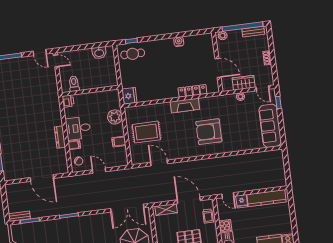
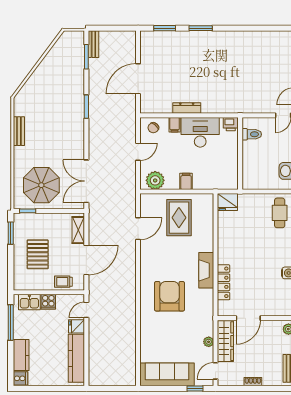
wardrobe: (244, 83) -> (225, 341), width x1.50
plant: (115, 117) -> (155, 180), moved
desk: (78, 128) -> (200, 132), width x1.37
filing cabinet: (119, 142) -> (186, 181), moved

